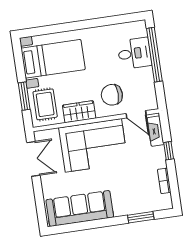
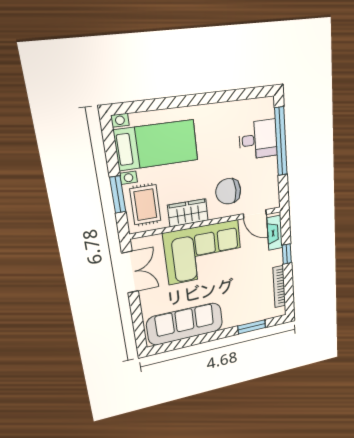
bookcase: (164, 181) -> (279, 287), width x1.56

